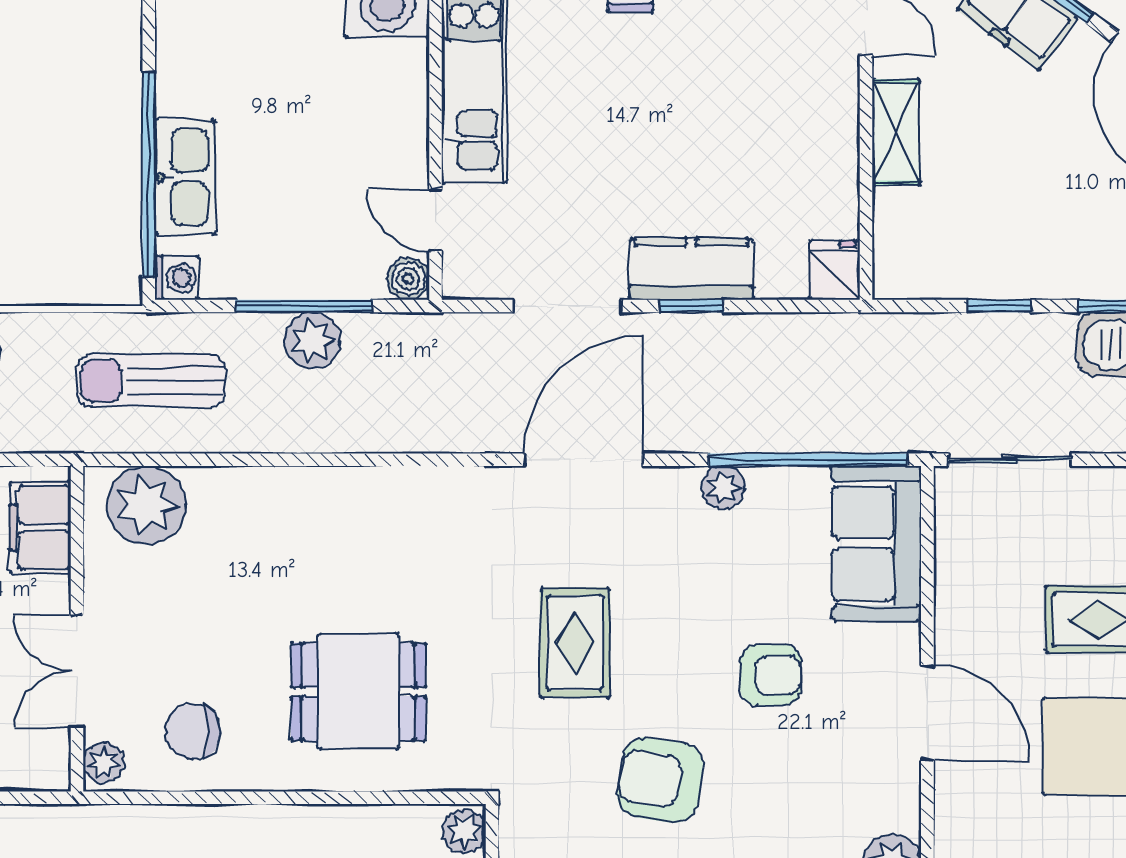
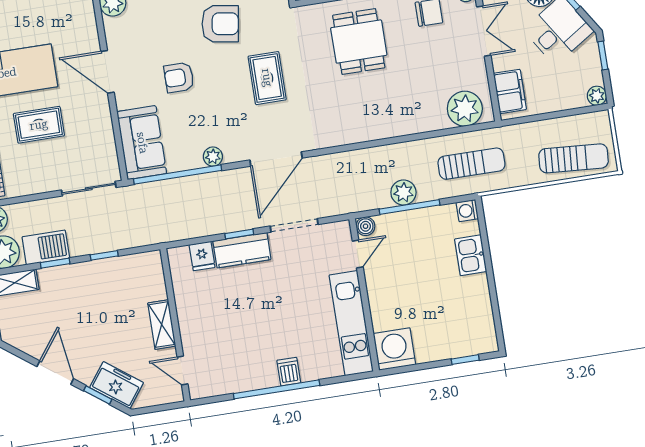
window: (149, 175) -> (487, 254), removed
kitchen sink: (185, 177) -> (471, 255), width x0.73
door: (436, 220) -> (358, 254), hinge flipped
fridge: (835, 270) -> (202, 256), moved
dining table: (358, 692) -> (359, 41), turned 90

